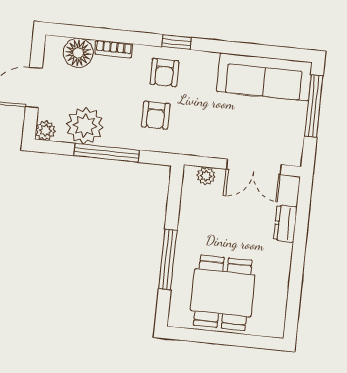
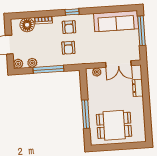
plant: (85, 126) -> (32, 63), width x0.53, depth x0.53
dining table: (223, 293) -> (114, 125), turned 90

